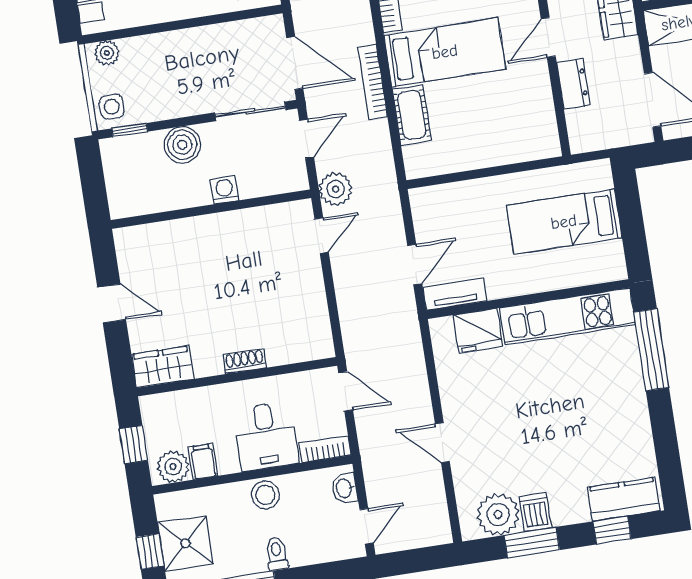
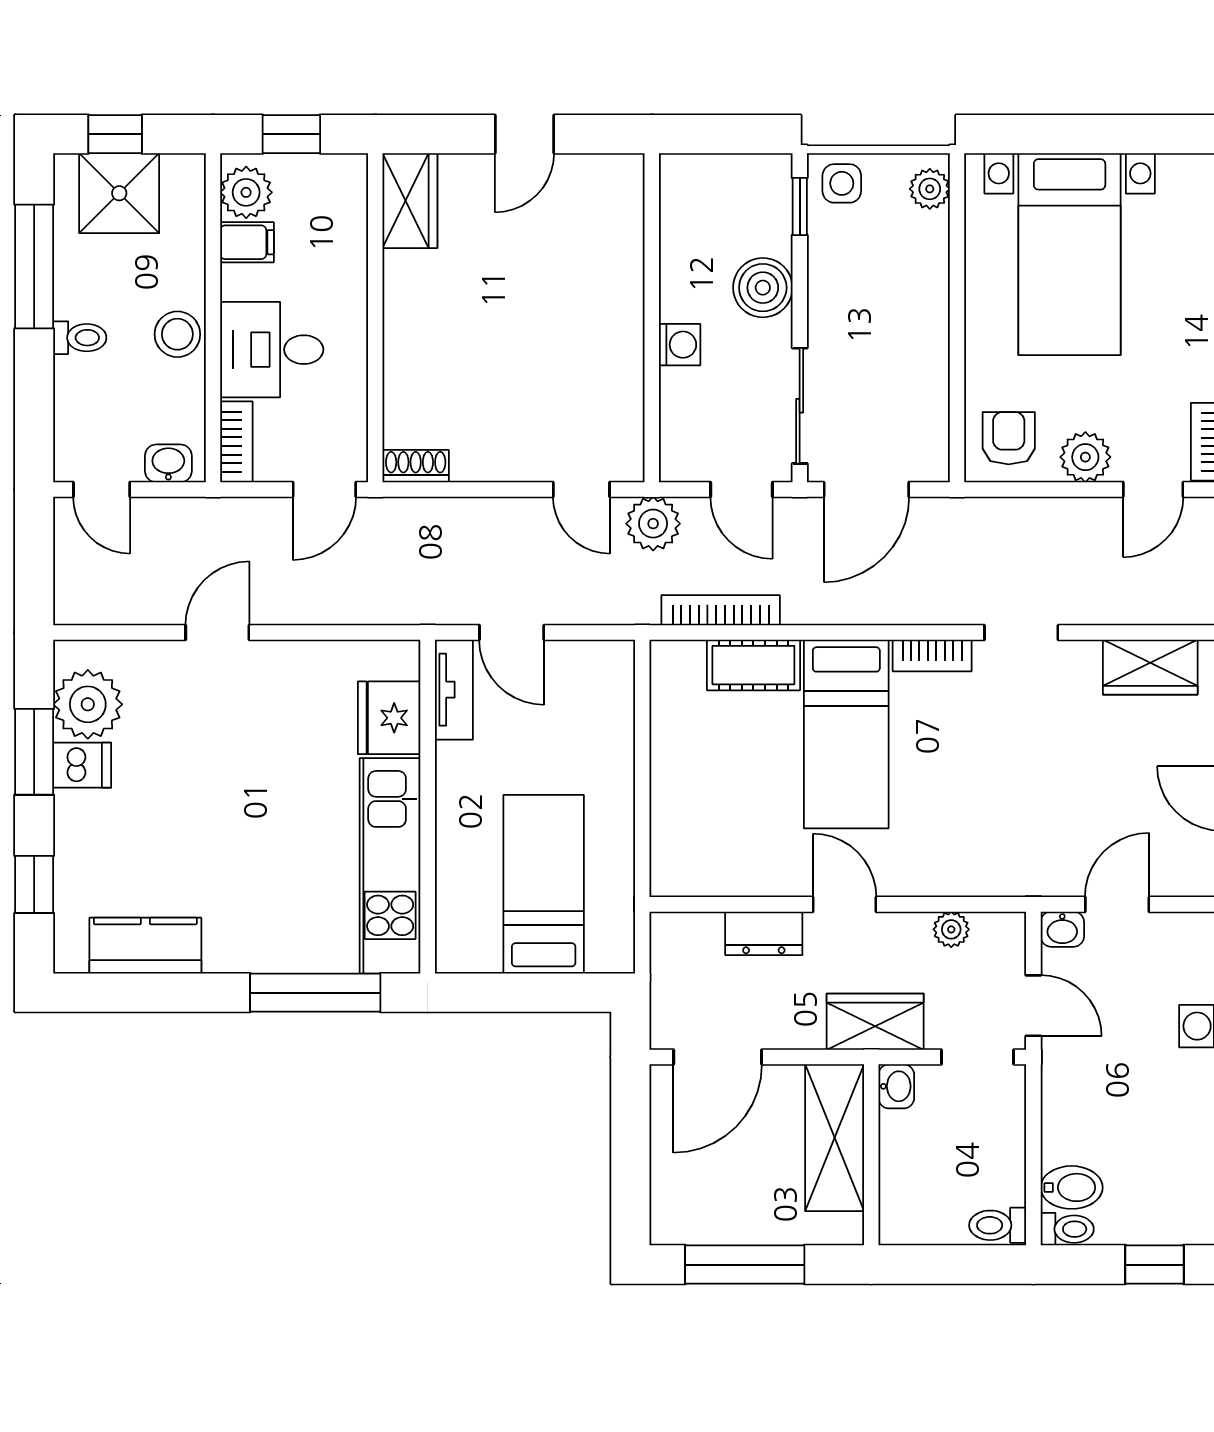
bookcase: (373, 82) -> (721, 610), moved
shoe rack: (245, 361) -> (416, 466), moved, turned -90
kitchen counter: (624, 499) -> (145, 946), moved, turned -90

